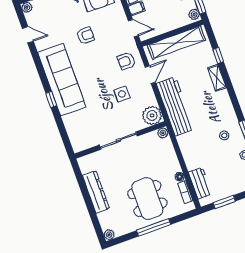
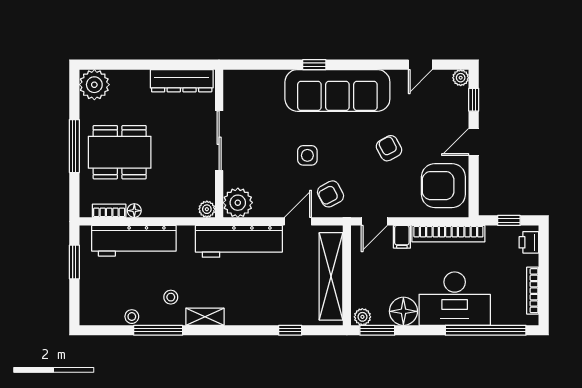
armchair: (86, 35) -> (389, 148), turned 152
armchair: (126, 61) -> (331, 194), turned -118
door: (150, 75) -> (298, 221), swing flipped
shelving: (217, 78) -> (205, 317), moved
side table: (122, 94) -> (307, 155), moved
workbench: (200, 183) -> (134, 241), width x1.88, depth x1.32
dresser: (96, 192) -> (182, 81), moved
plant: (109, 235) -> (94, 85), width x1.88, depth x1.88

